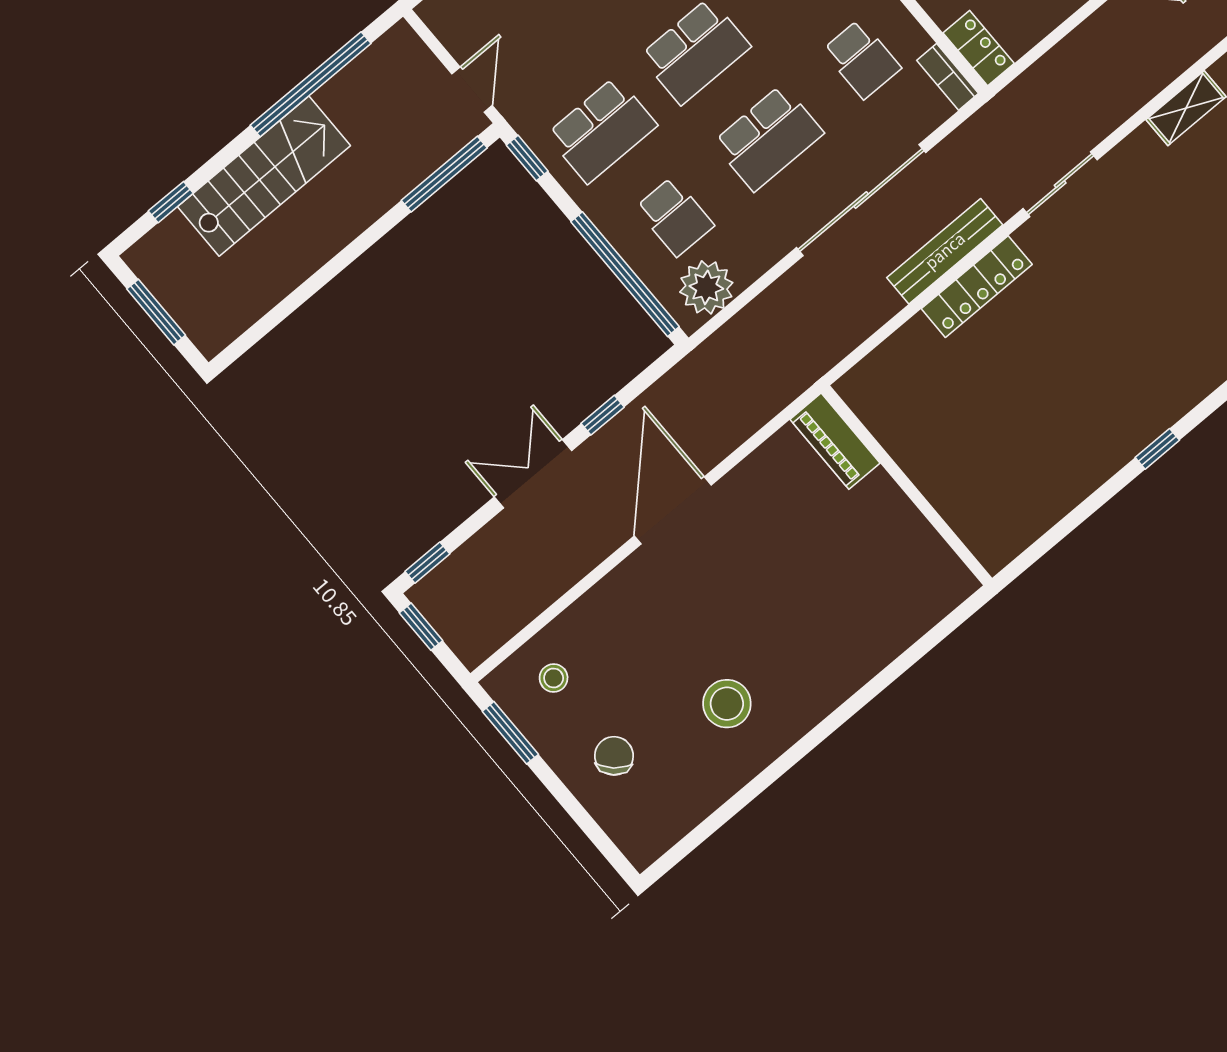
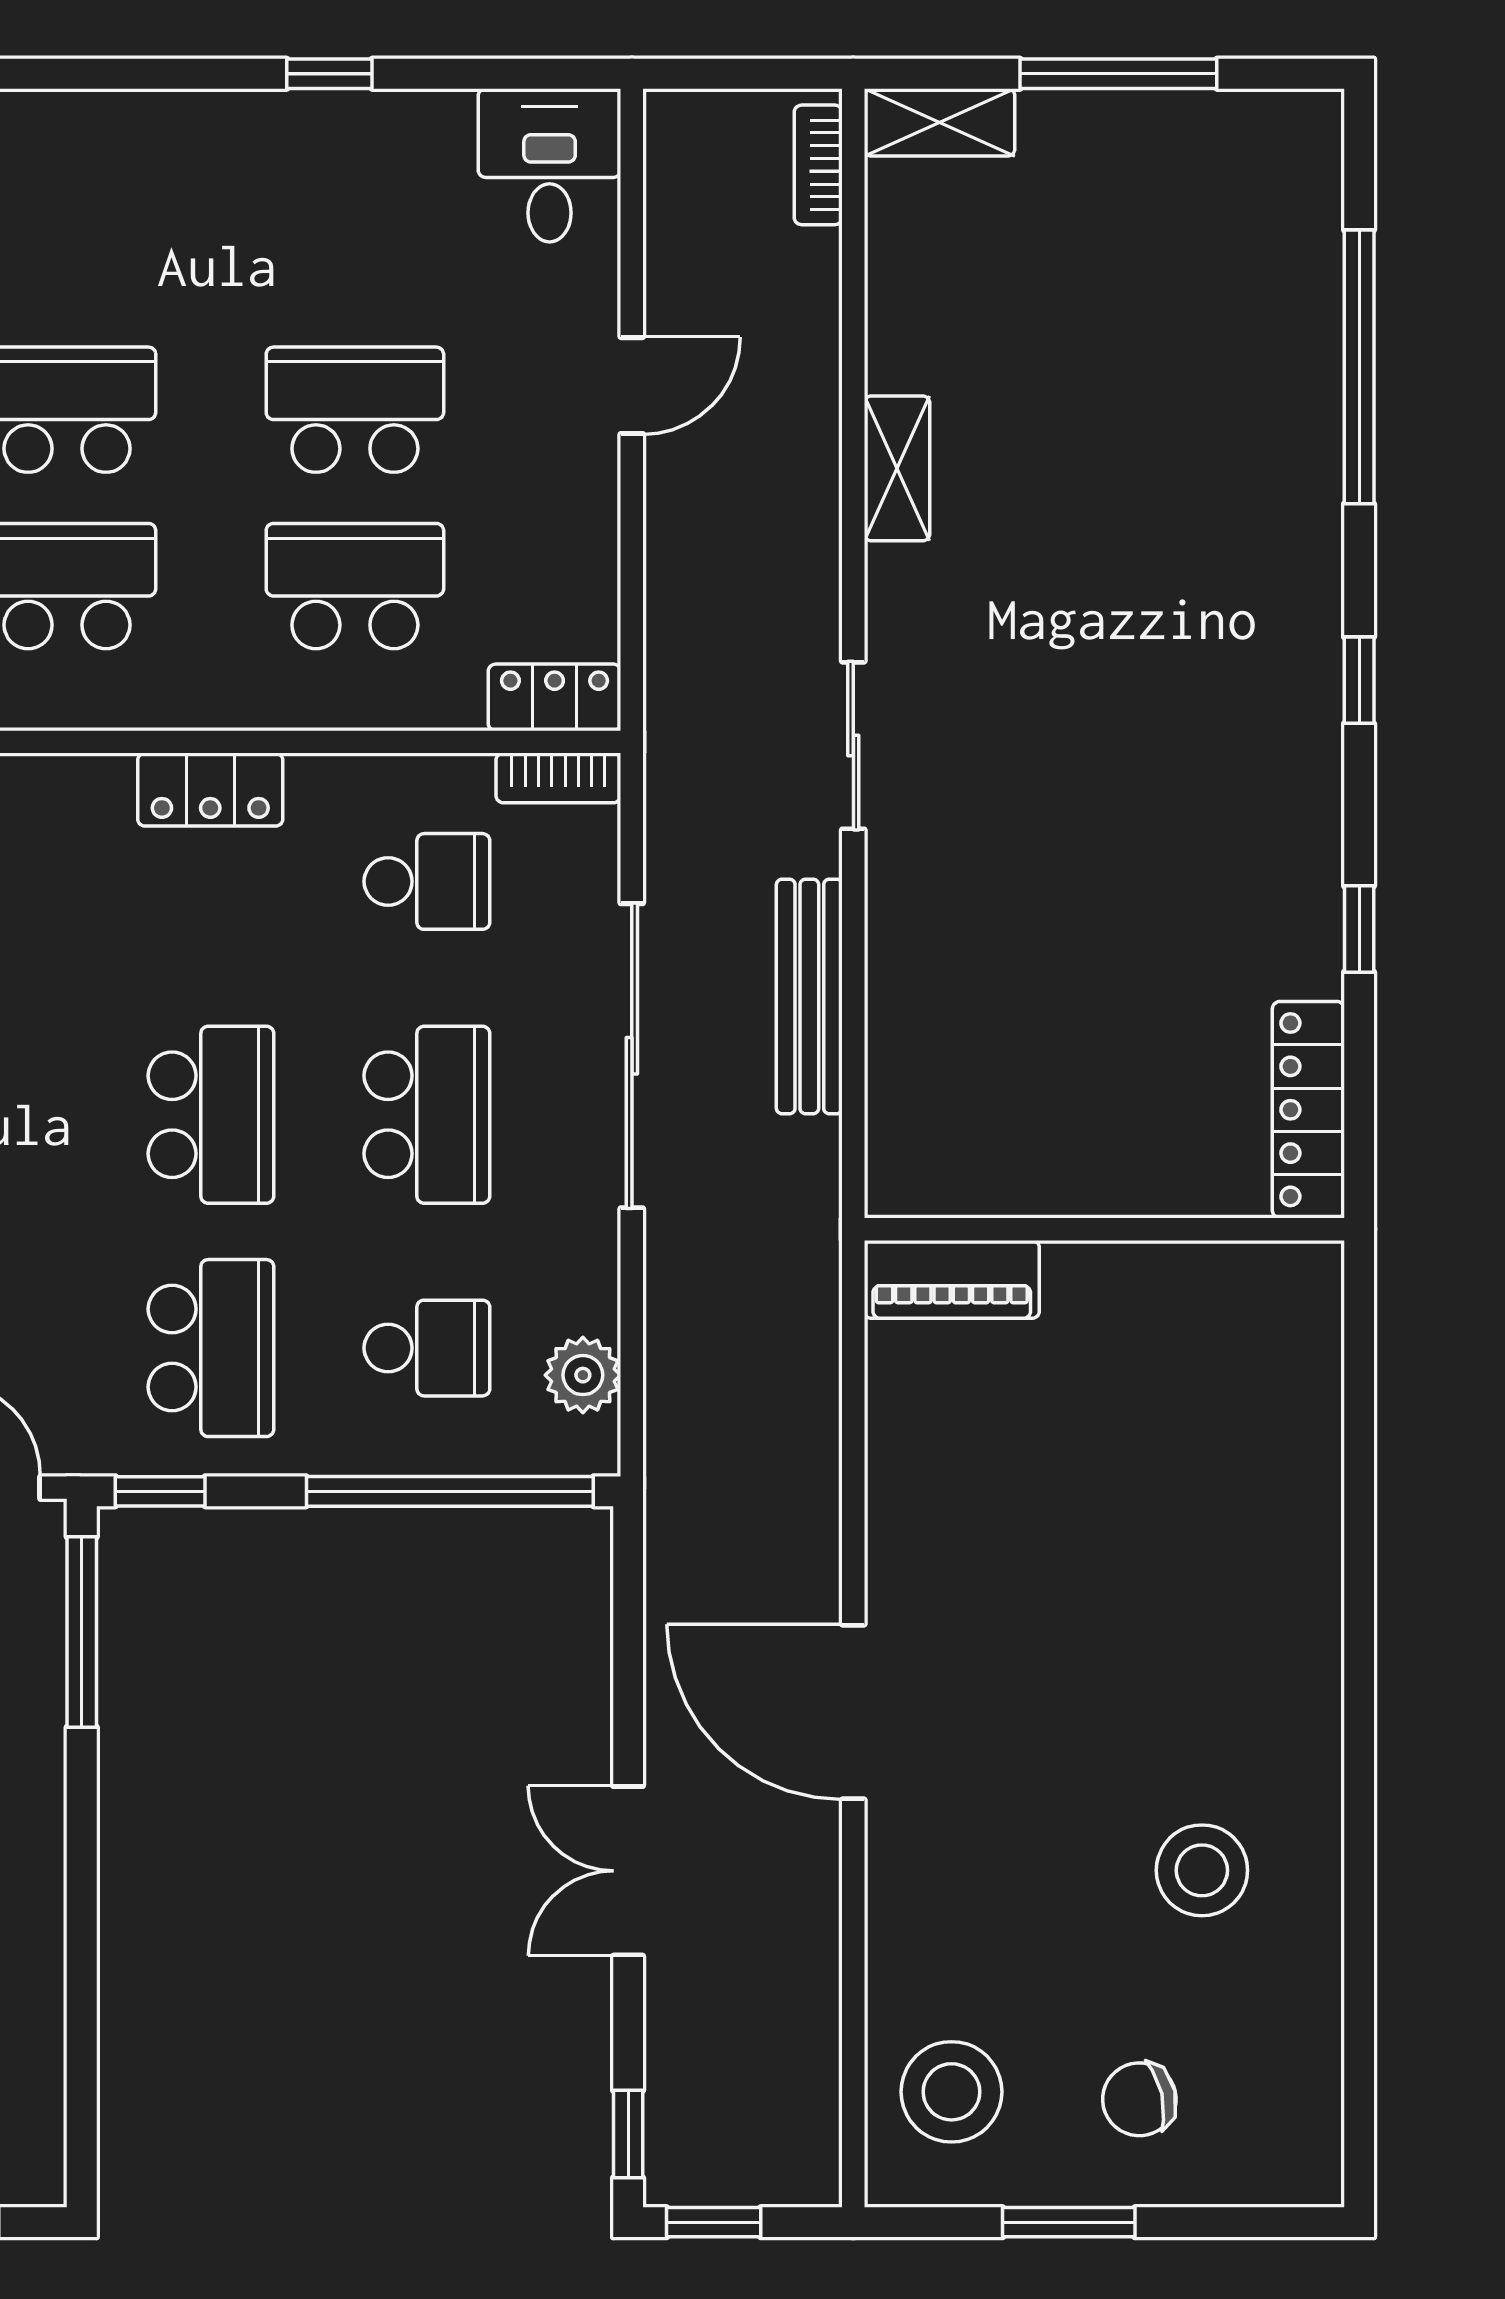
plant: (706, 287) -> (583, 1375), width x0.73, depth x0.73
locker: (977, 287) -> (1308, 1110), moved, turned 180
window: (603, 415) -> (628, 1697), removed
piano: (835, 441) -> (952, 1279), moved
wall: (907, 485) -> (1104, 1229), moved
stool: (554, 678) -> (951, 2092), width x1.89, depth x1.89
window: (510, 733) -> (1069, 2222), moved
chair: (614, 756) -> (1139, 2099), turned -55

